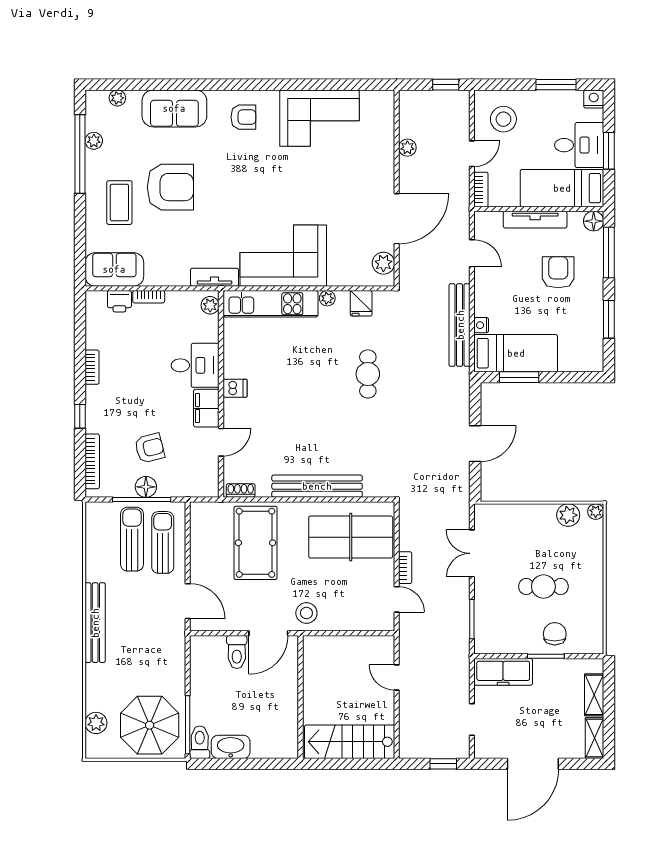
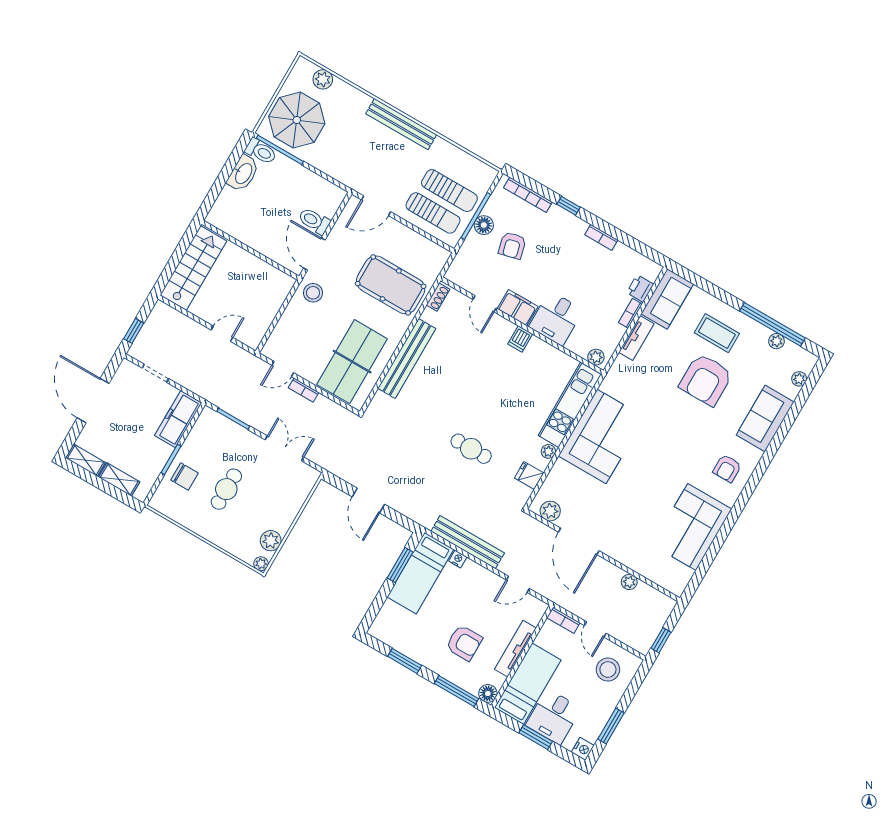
tv unit: (215, 277) -> (636, 338), moved

